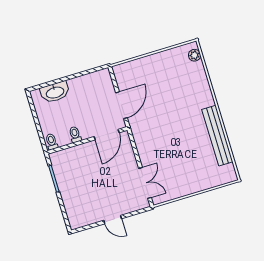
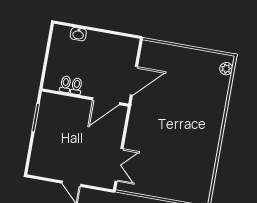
washbasin: (55, 92) -> (78, 34), width x0.52, depth x0.69
bench: (217, 136) -> (209, 155), removed
toilet: (52, 142) -> (65, 84), moved

